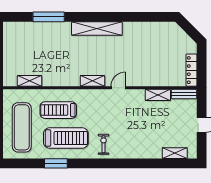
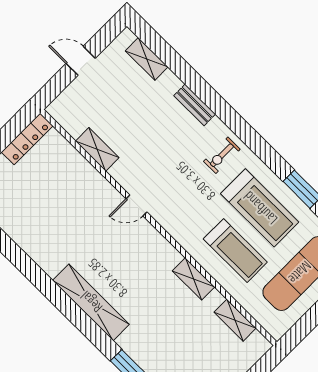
shelving: (92, 81) -> (193, 279), moved
bench: (184, 94) -> (195, 105), moved
treadmill: (66, 138) -> (260, 208), turned 180

